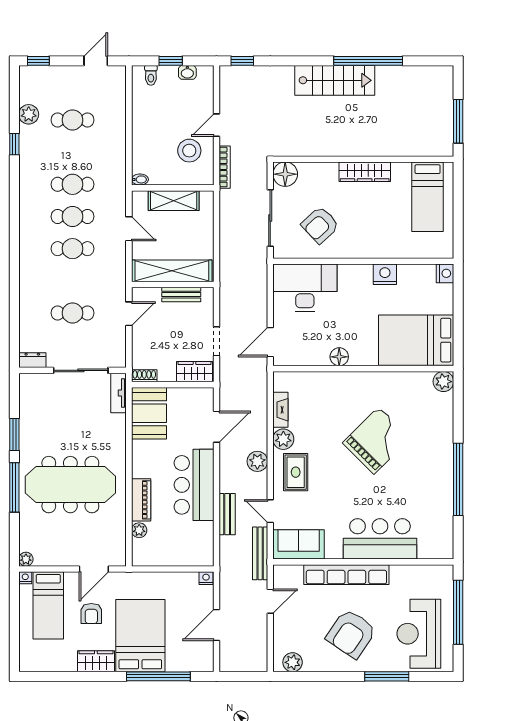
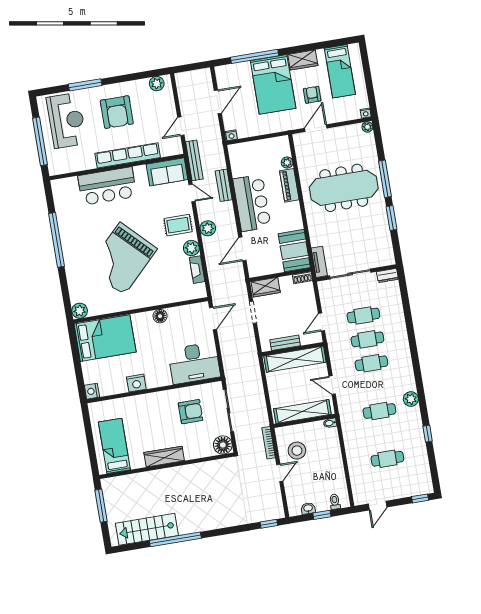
stairs: (335, 80) -> (147, 529), moved
plant: (29, 114) -> (411, 399), moved
shelving: (174, 201) -> (302, 411), width x1.47
cafe table: (73, 216) -> (367, 339), moved
armchair: (320, 225) -> (191, 412), turned 43
grand piano: (376, 440) -> (122, 259), width x1.37, depth x1.48
rug: (296, 472) -> (178, 225), turned 90
bed: (48, 605) -> (340, 71), moved, turned 180
armchair: (351, 634) -> (117, 112), turned 146

